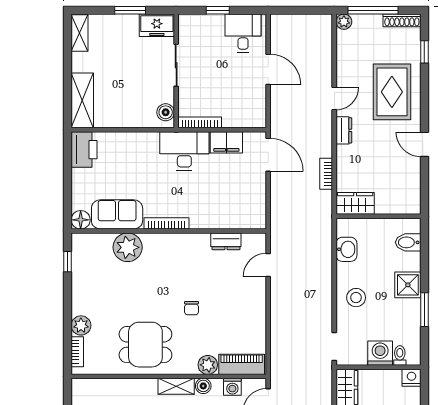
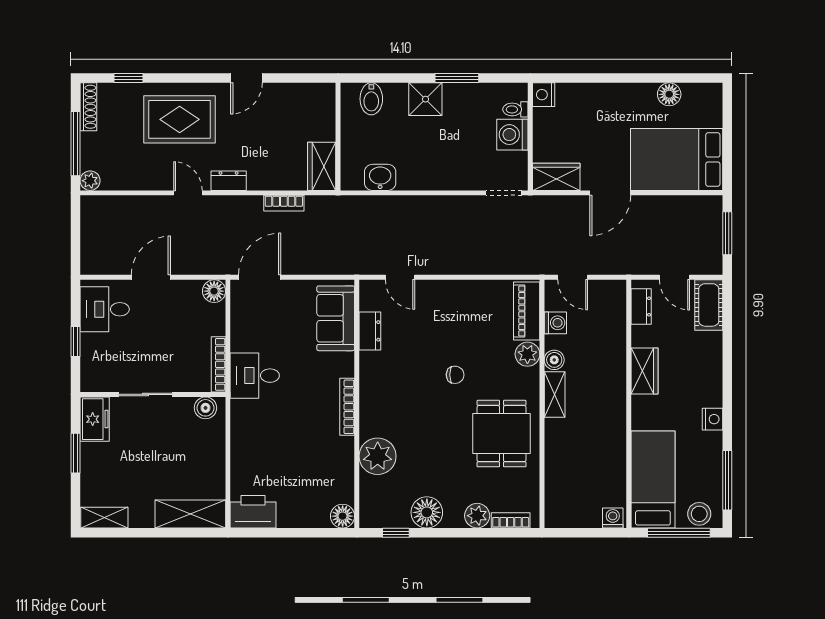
floor lamp: (257, 119) -> (214, 291), added
filing cabinet: (226, 142) -> (244, 330), removed
desk: (184, 151) -> (255, 376), width x0.73
sofa: (117, 214) -> (336, 318), moved
floor lamp: (84, 286) -> (427, 512), added
stool: (356, 298) -> (442, 165), removed

